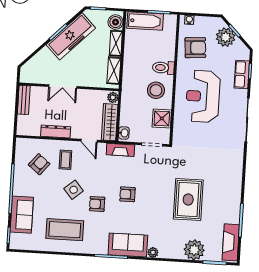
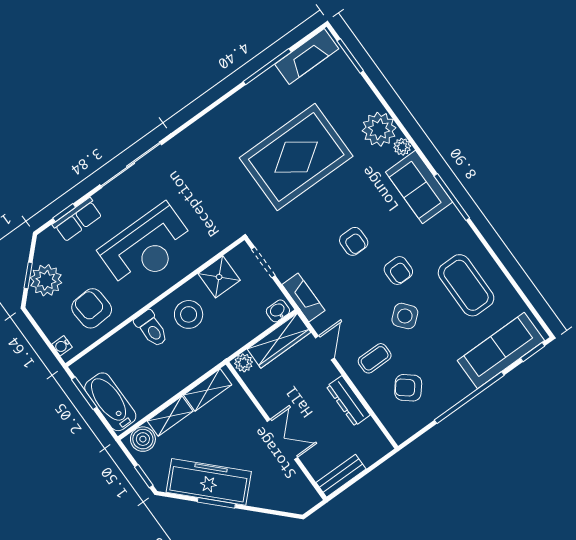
rug: (188, 199) -> (296, 157), width x1.37, depth x1.44
sofa: (22, 215) -> (501, 351), width x1.36
plant: (194, 250) -> (379, 129), moved

